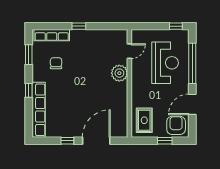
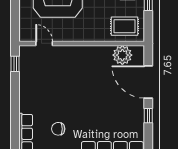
window: (79, 26) -> (15, 64), moved
plant: (119, 73) -> (122, 55), moved

